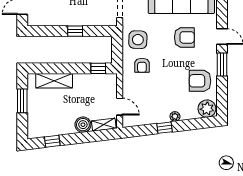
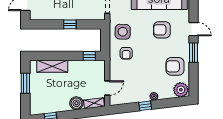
armchair: (184, 37) -> (162, 30), turned 180
door: (120, 107) -> (107, 88), hinge flipped

